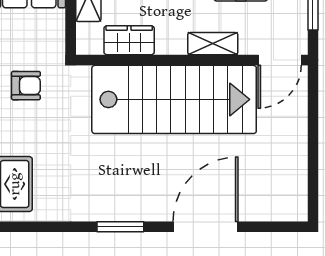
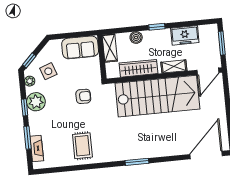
wardrobe: (129, 40) -> (138, 68), width x1.50
door: (206, 227) -> (206, 155), moved

